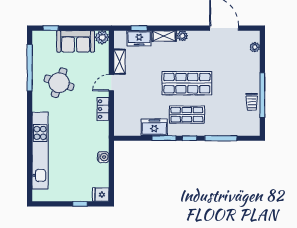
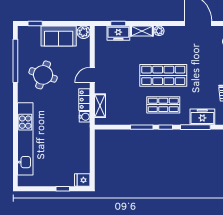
shelving: (119, 62) -> (100, 106), moved
freezer: (154, 127) -> (202, 117), moved
water cooler: (103, 157) -> (85, 117), moved

